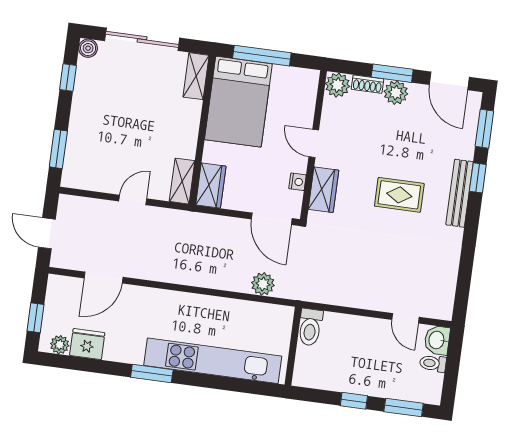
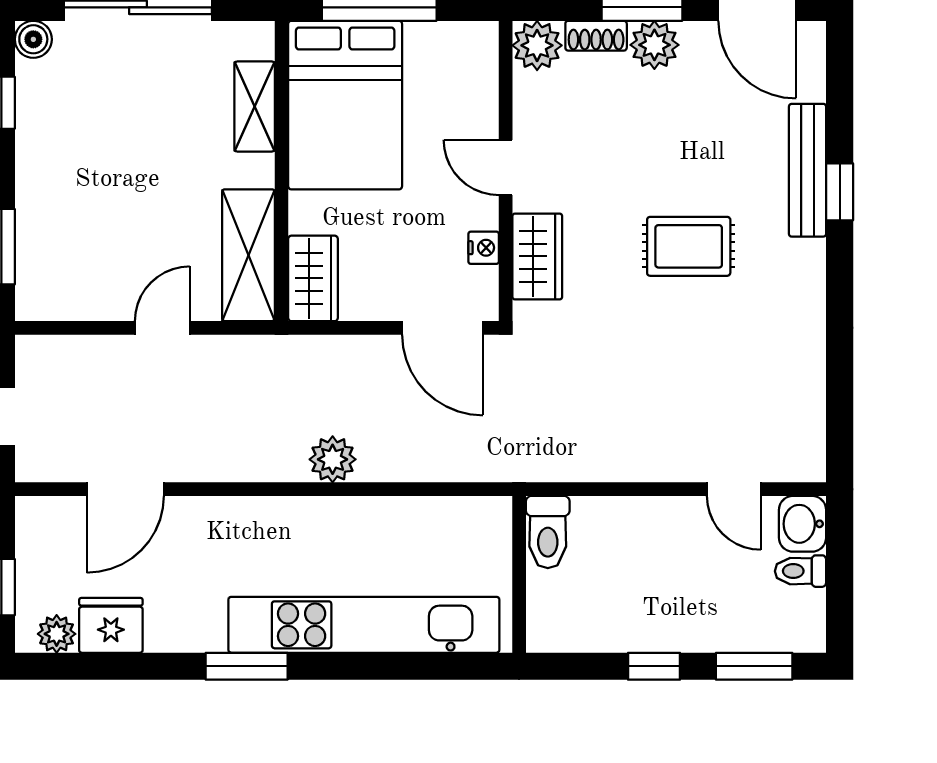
shelving: (196, 76) -> (255, 106), moved
window: (484, 129) -> (840, 93), removed
shelving: (182, 181) -> (248, 255), width x1.50, depth x1.33
bench: (460, 193) -> (808, 170), moved
plant: (263, 284) -> (333, 459), moved

